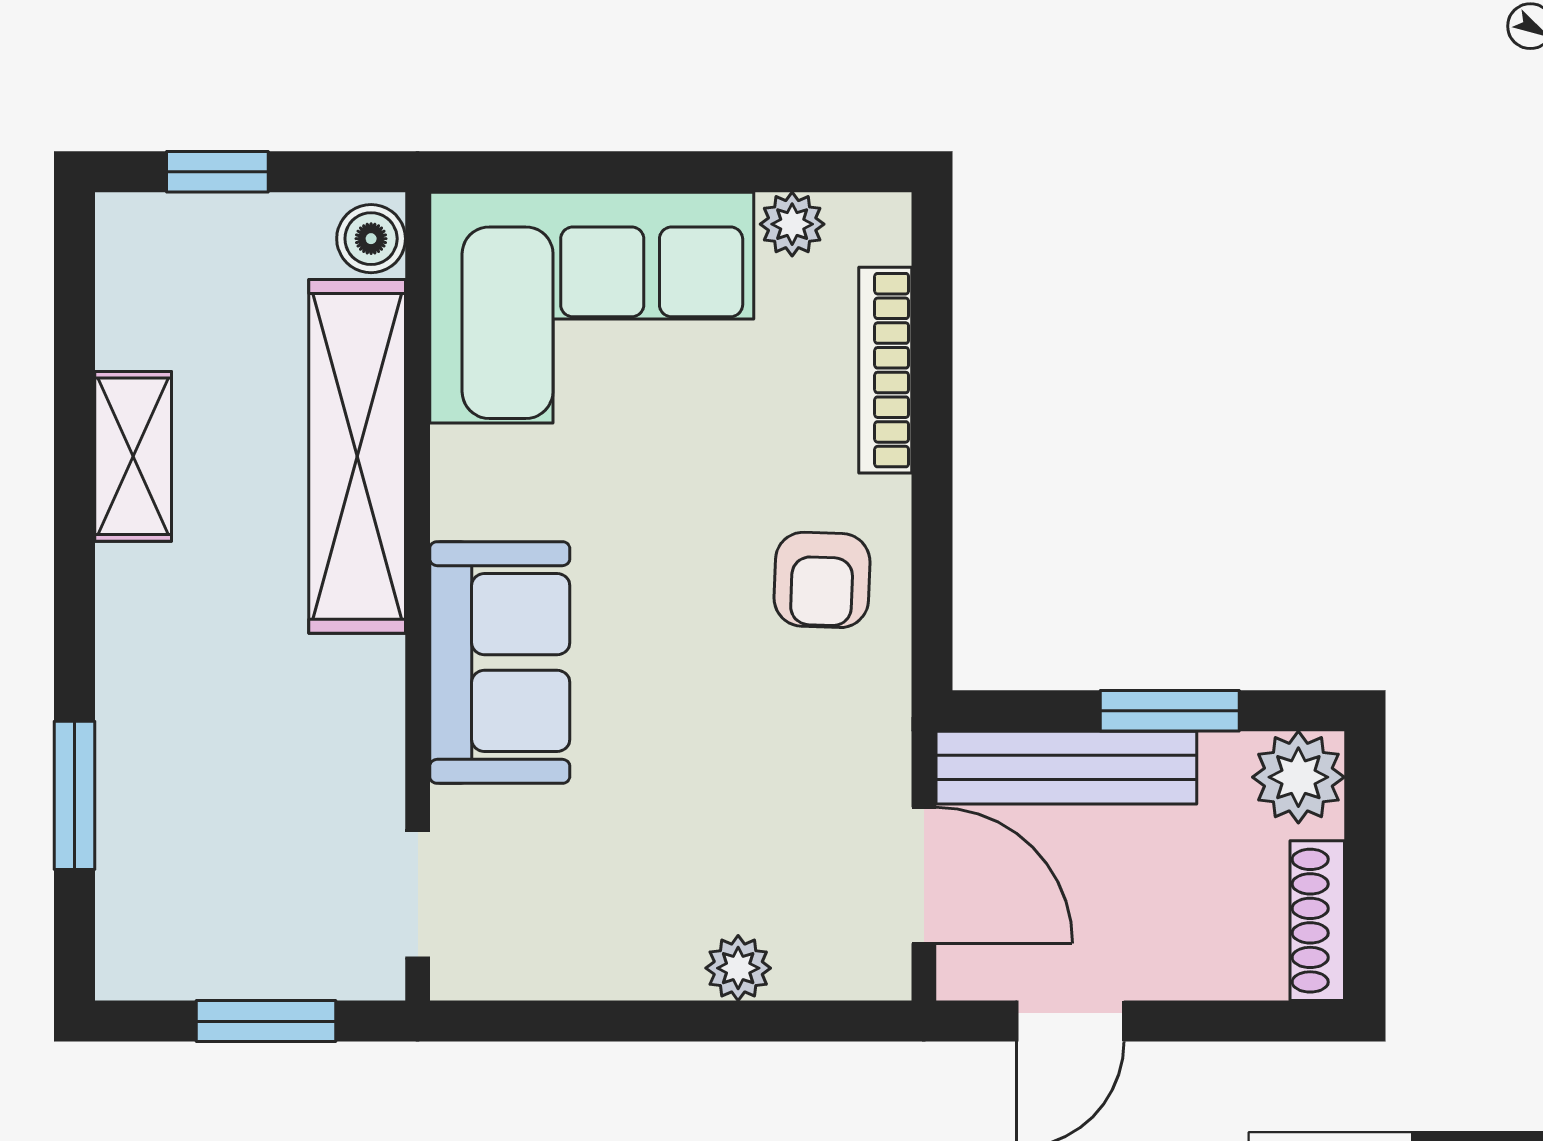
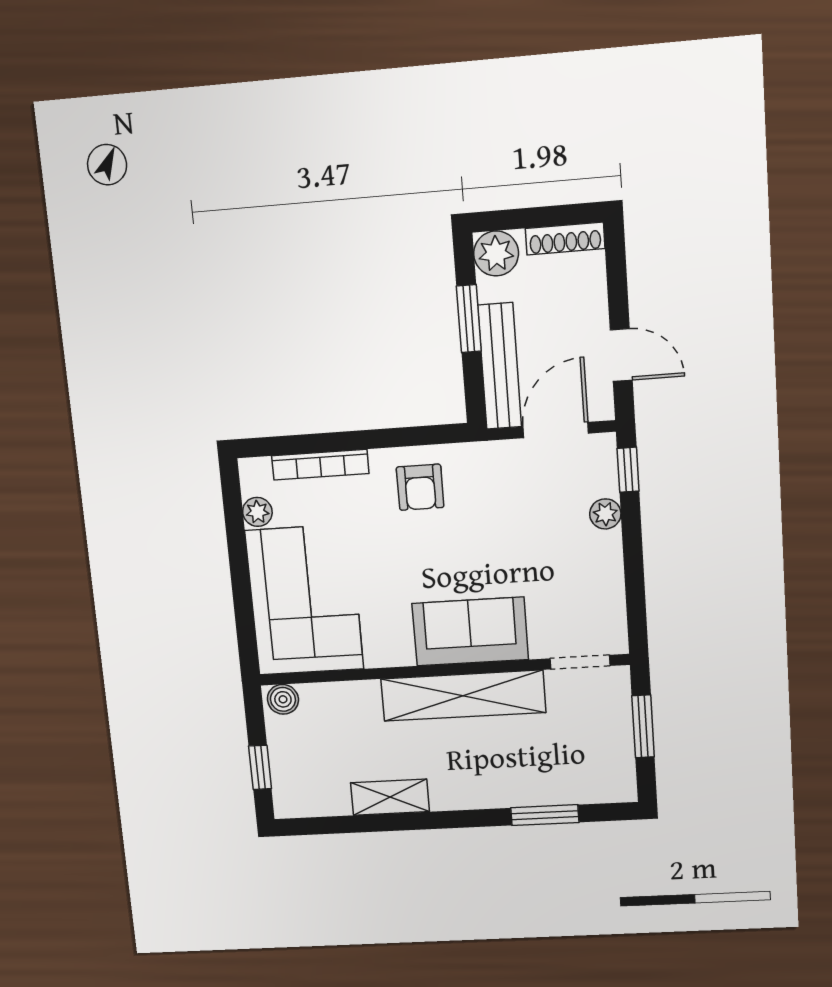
shelving: (357, 456) -> (463, 696), moved
armchair: (822, 580) -> (420, 487), turned 88
window: (829, 1021) -> (628, 470), added

